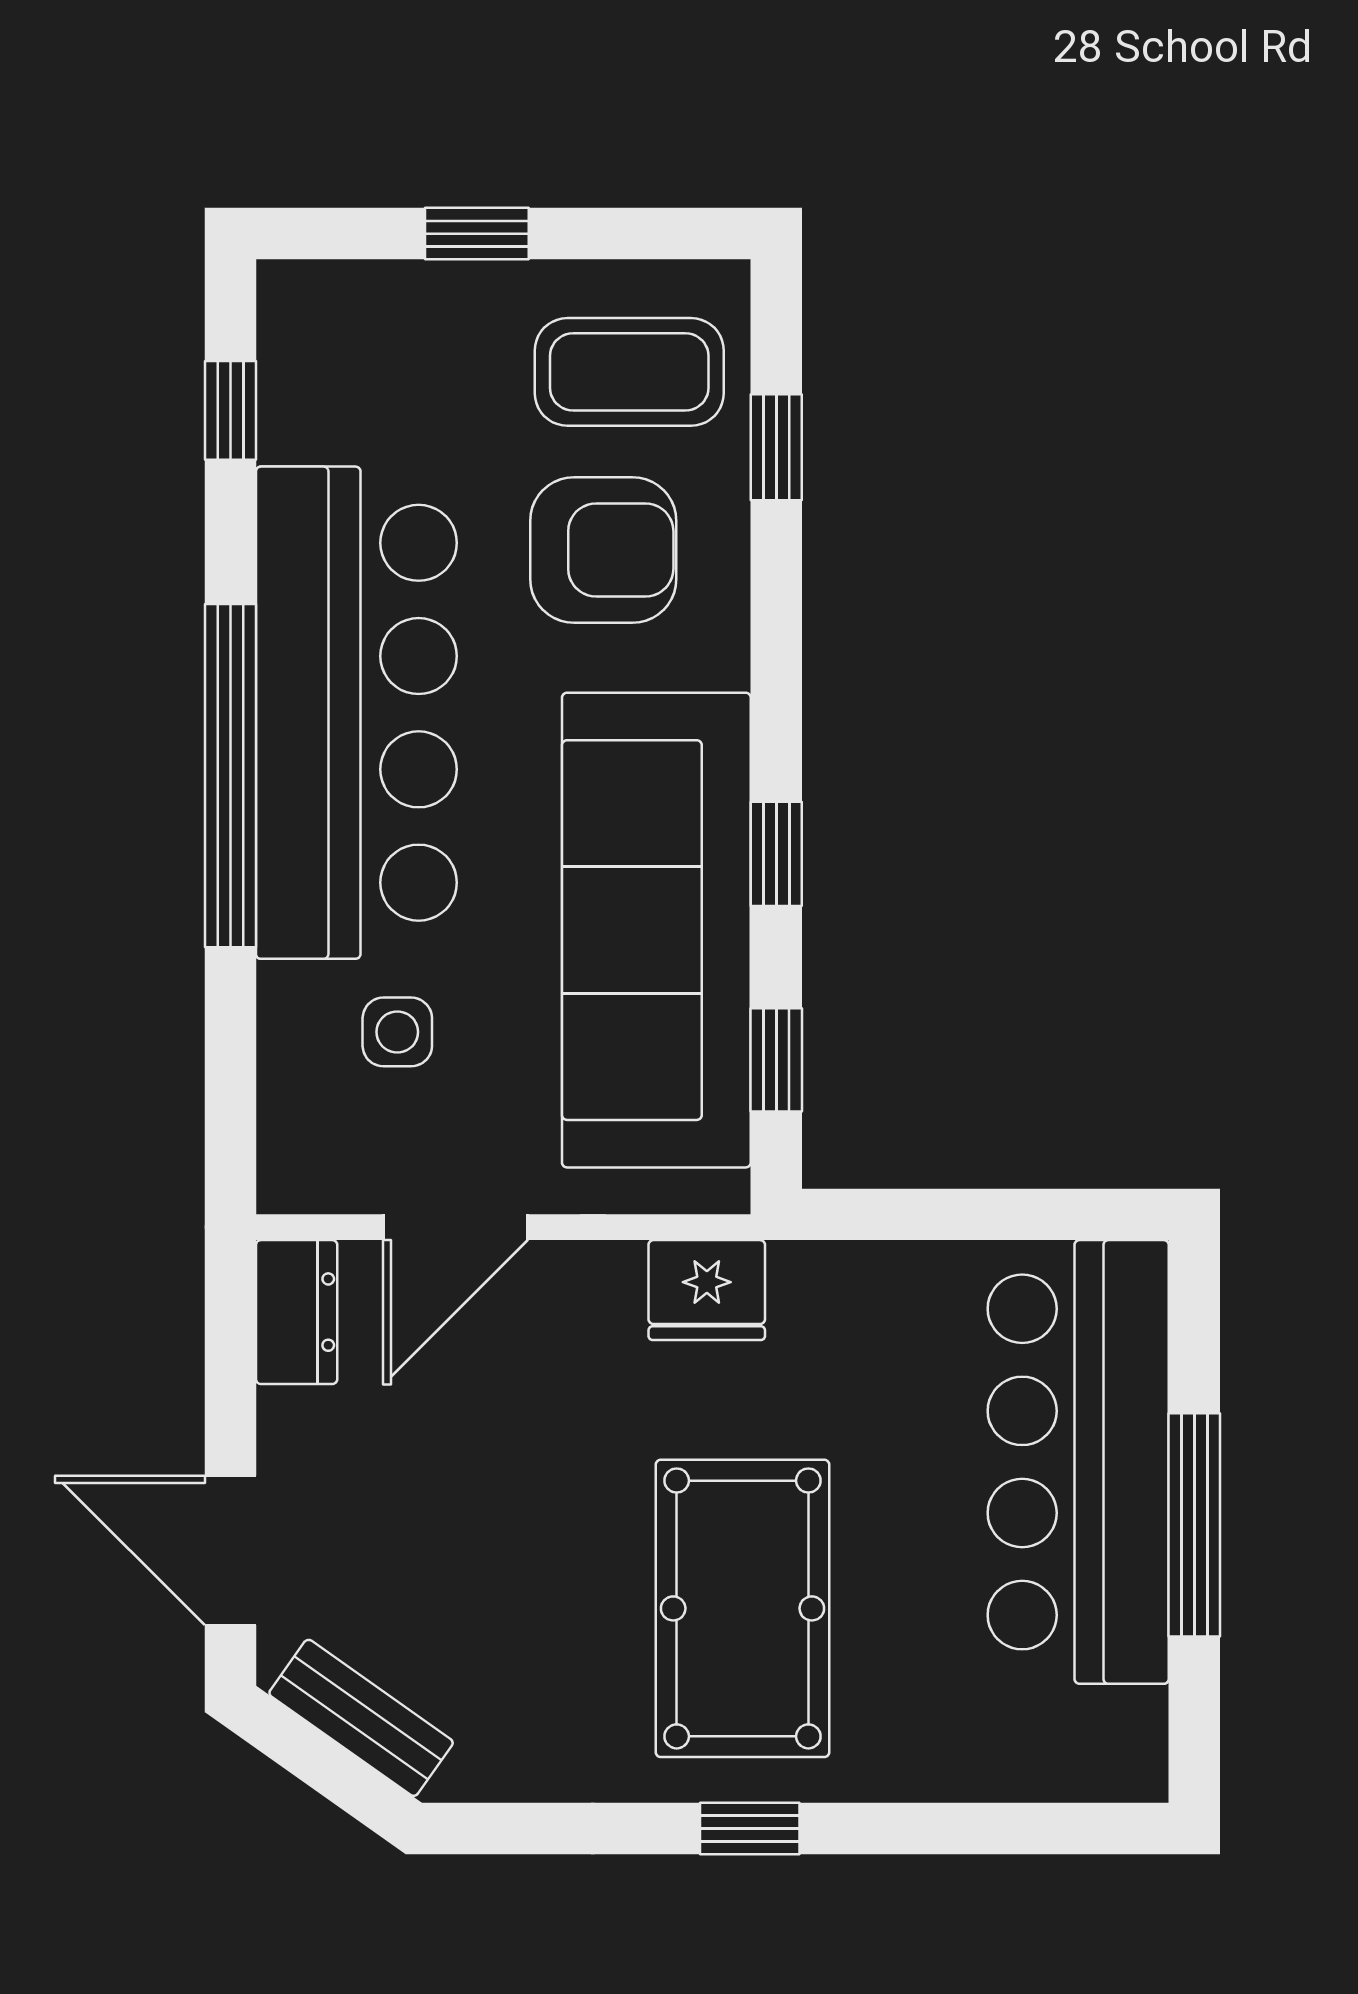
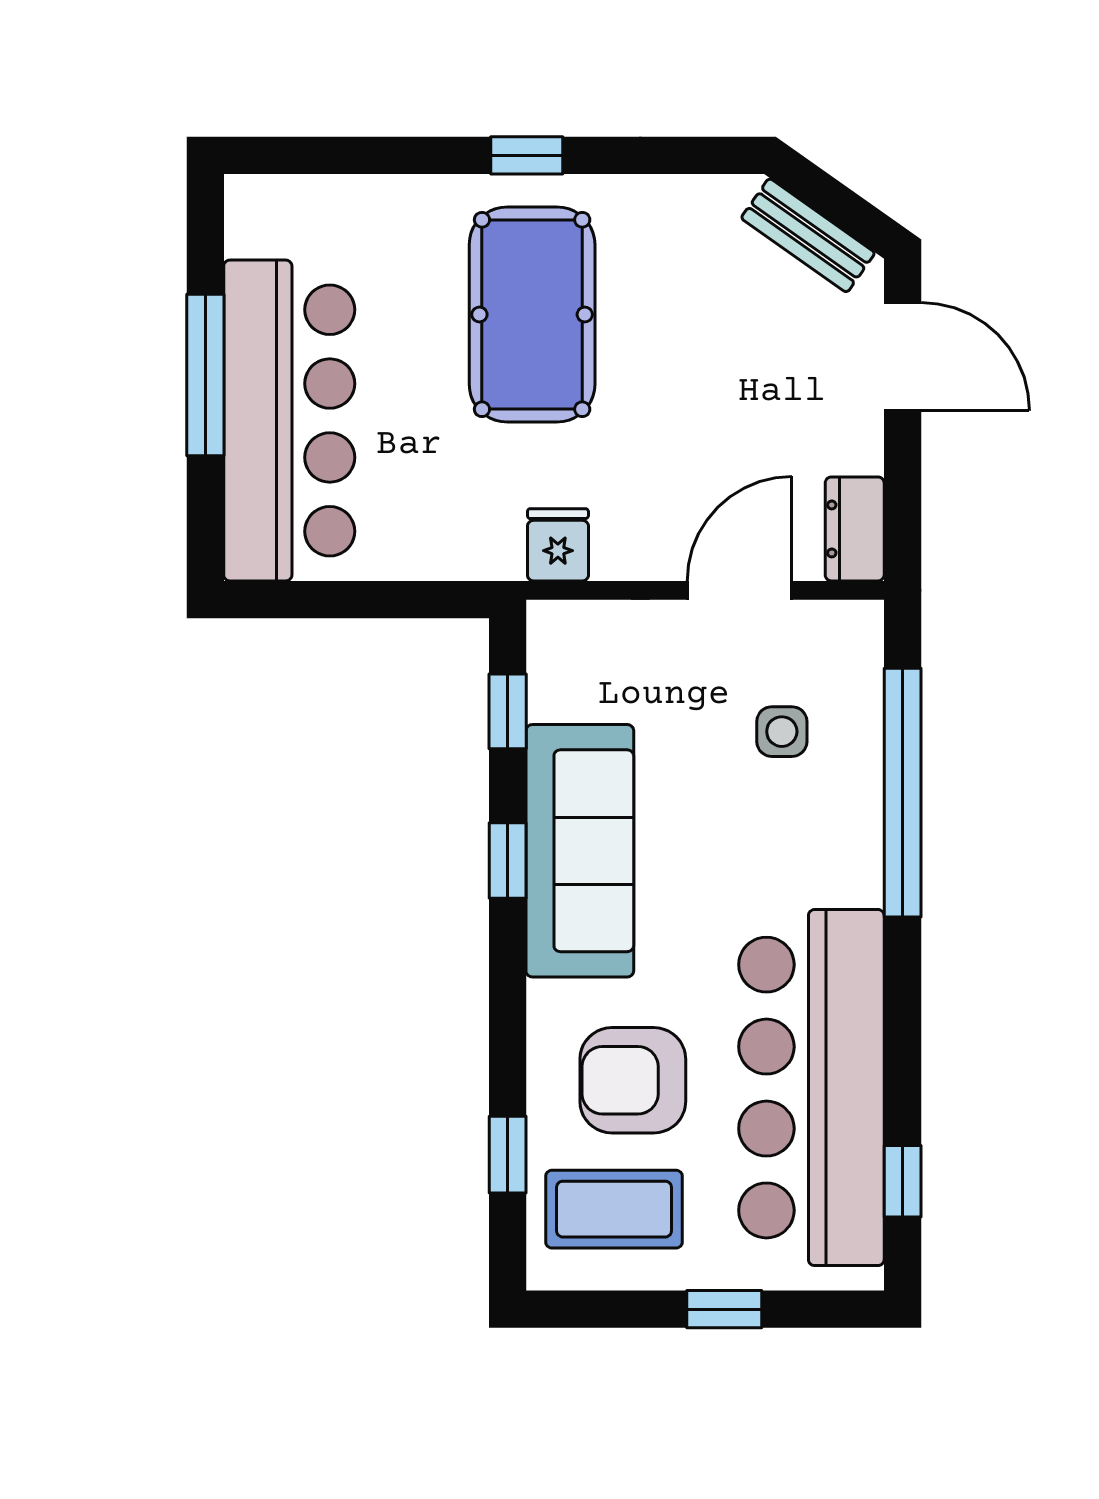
bar counter: (356, 713) -> (811, 1088), moved
window: (230, 776) -> (903, 793), moved
sofa: (656, 930) -> (580, 851), width x0.74, depth x0.79
fridge: (707, 1290) -> (558, 545), width x0.72

